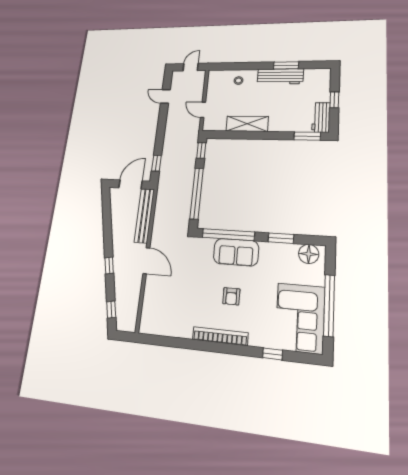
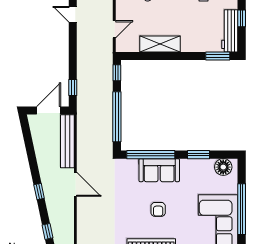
door: (203, 110) -> (114, 29), swing flipped
workbench: (321, 117) -> (230, 31), width x1.38

